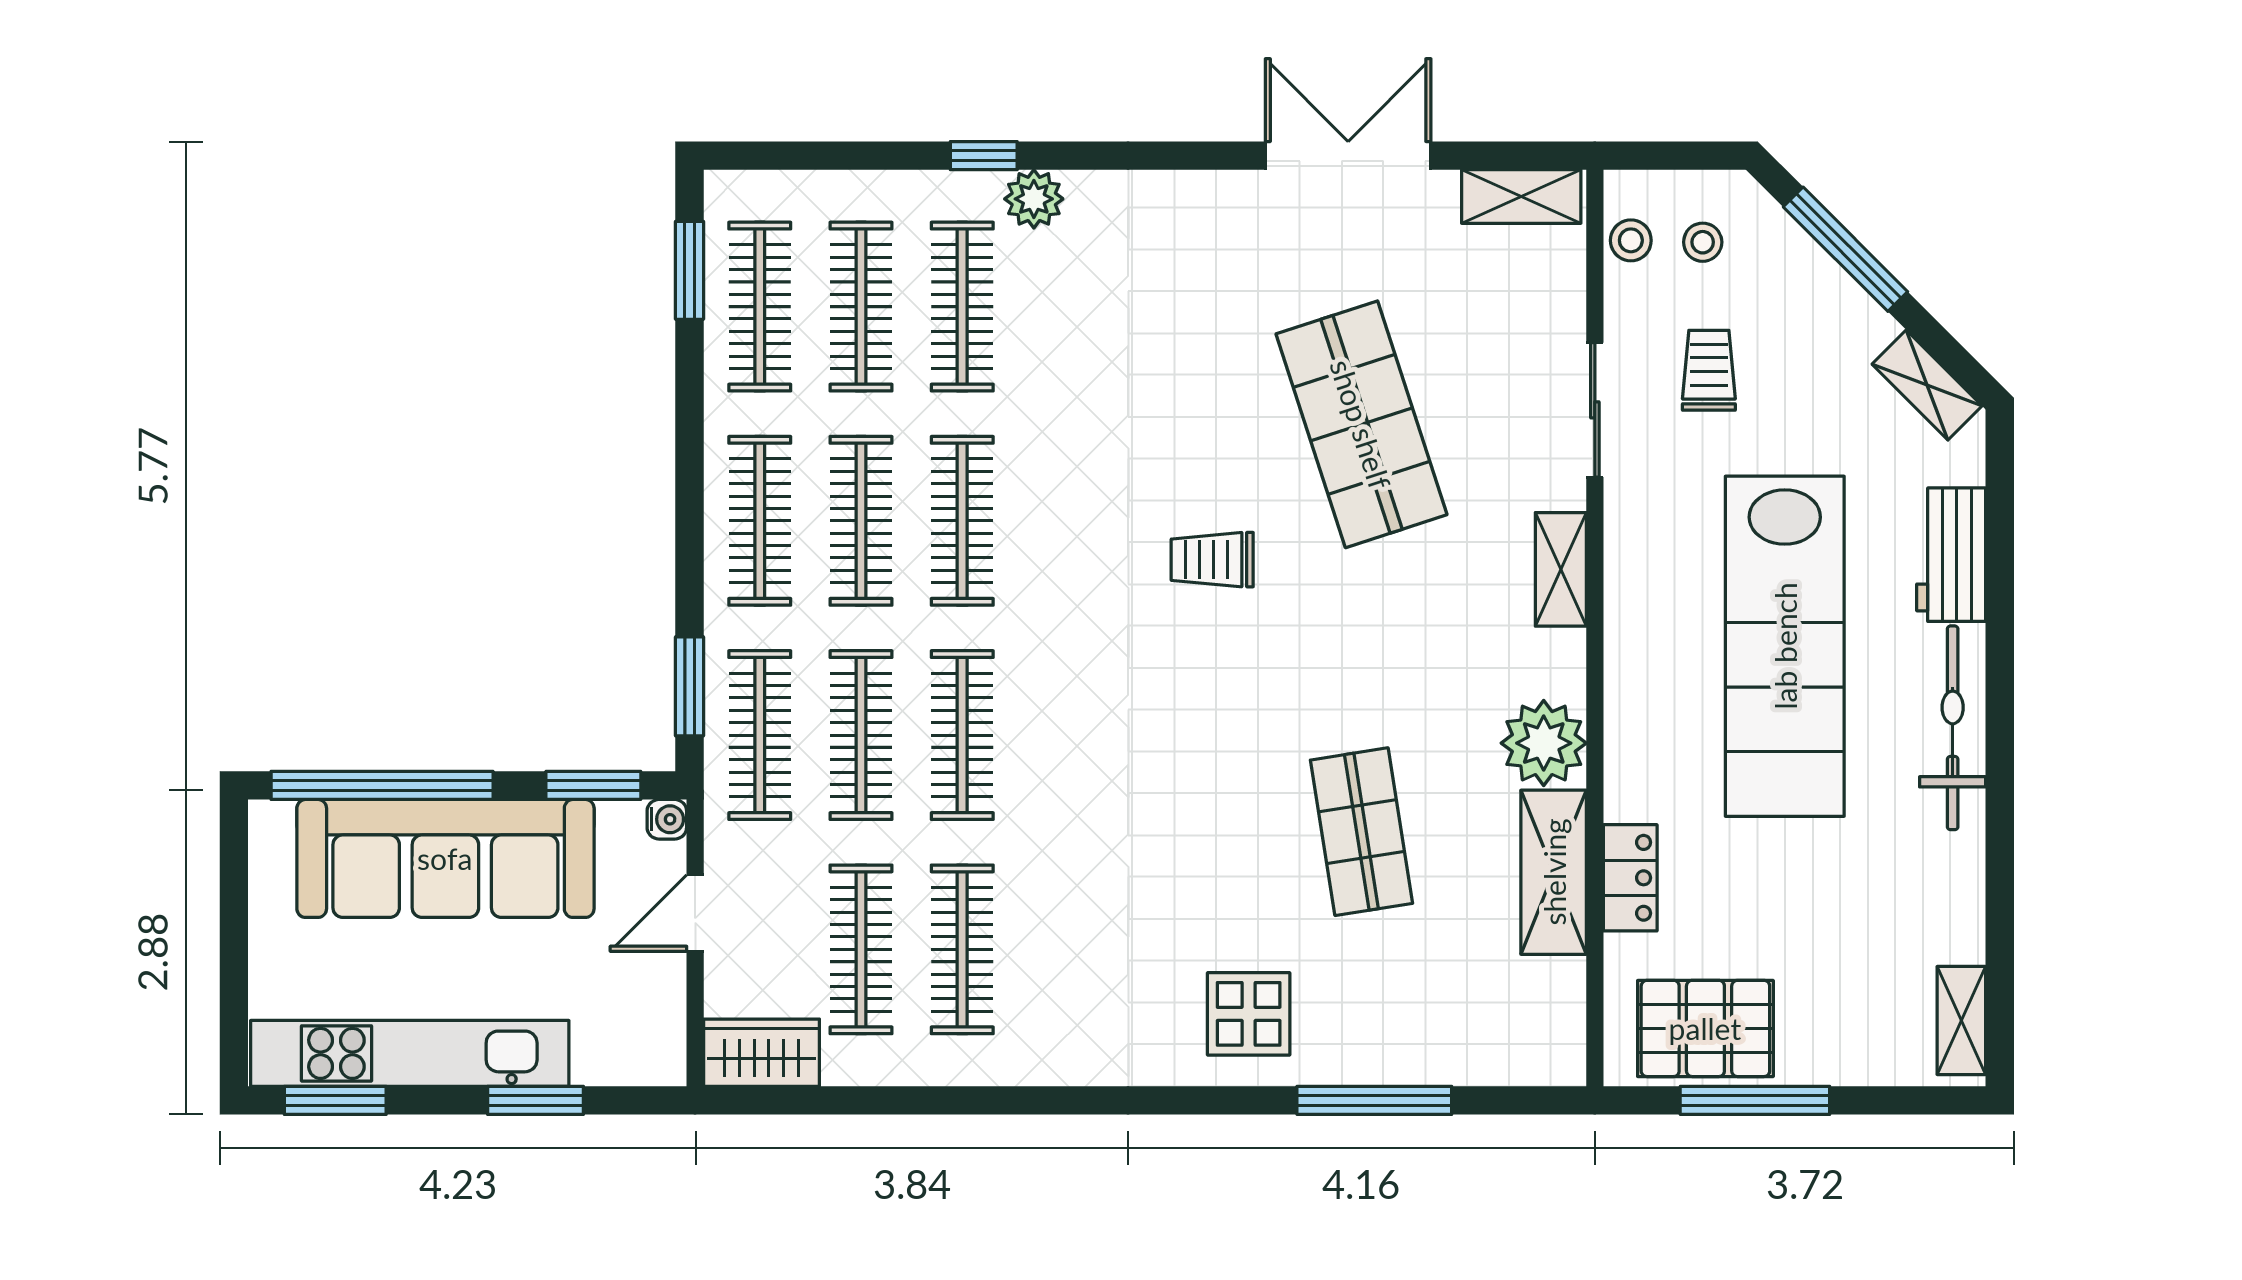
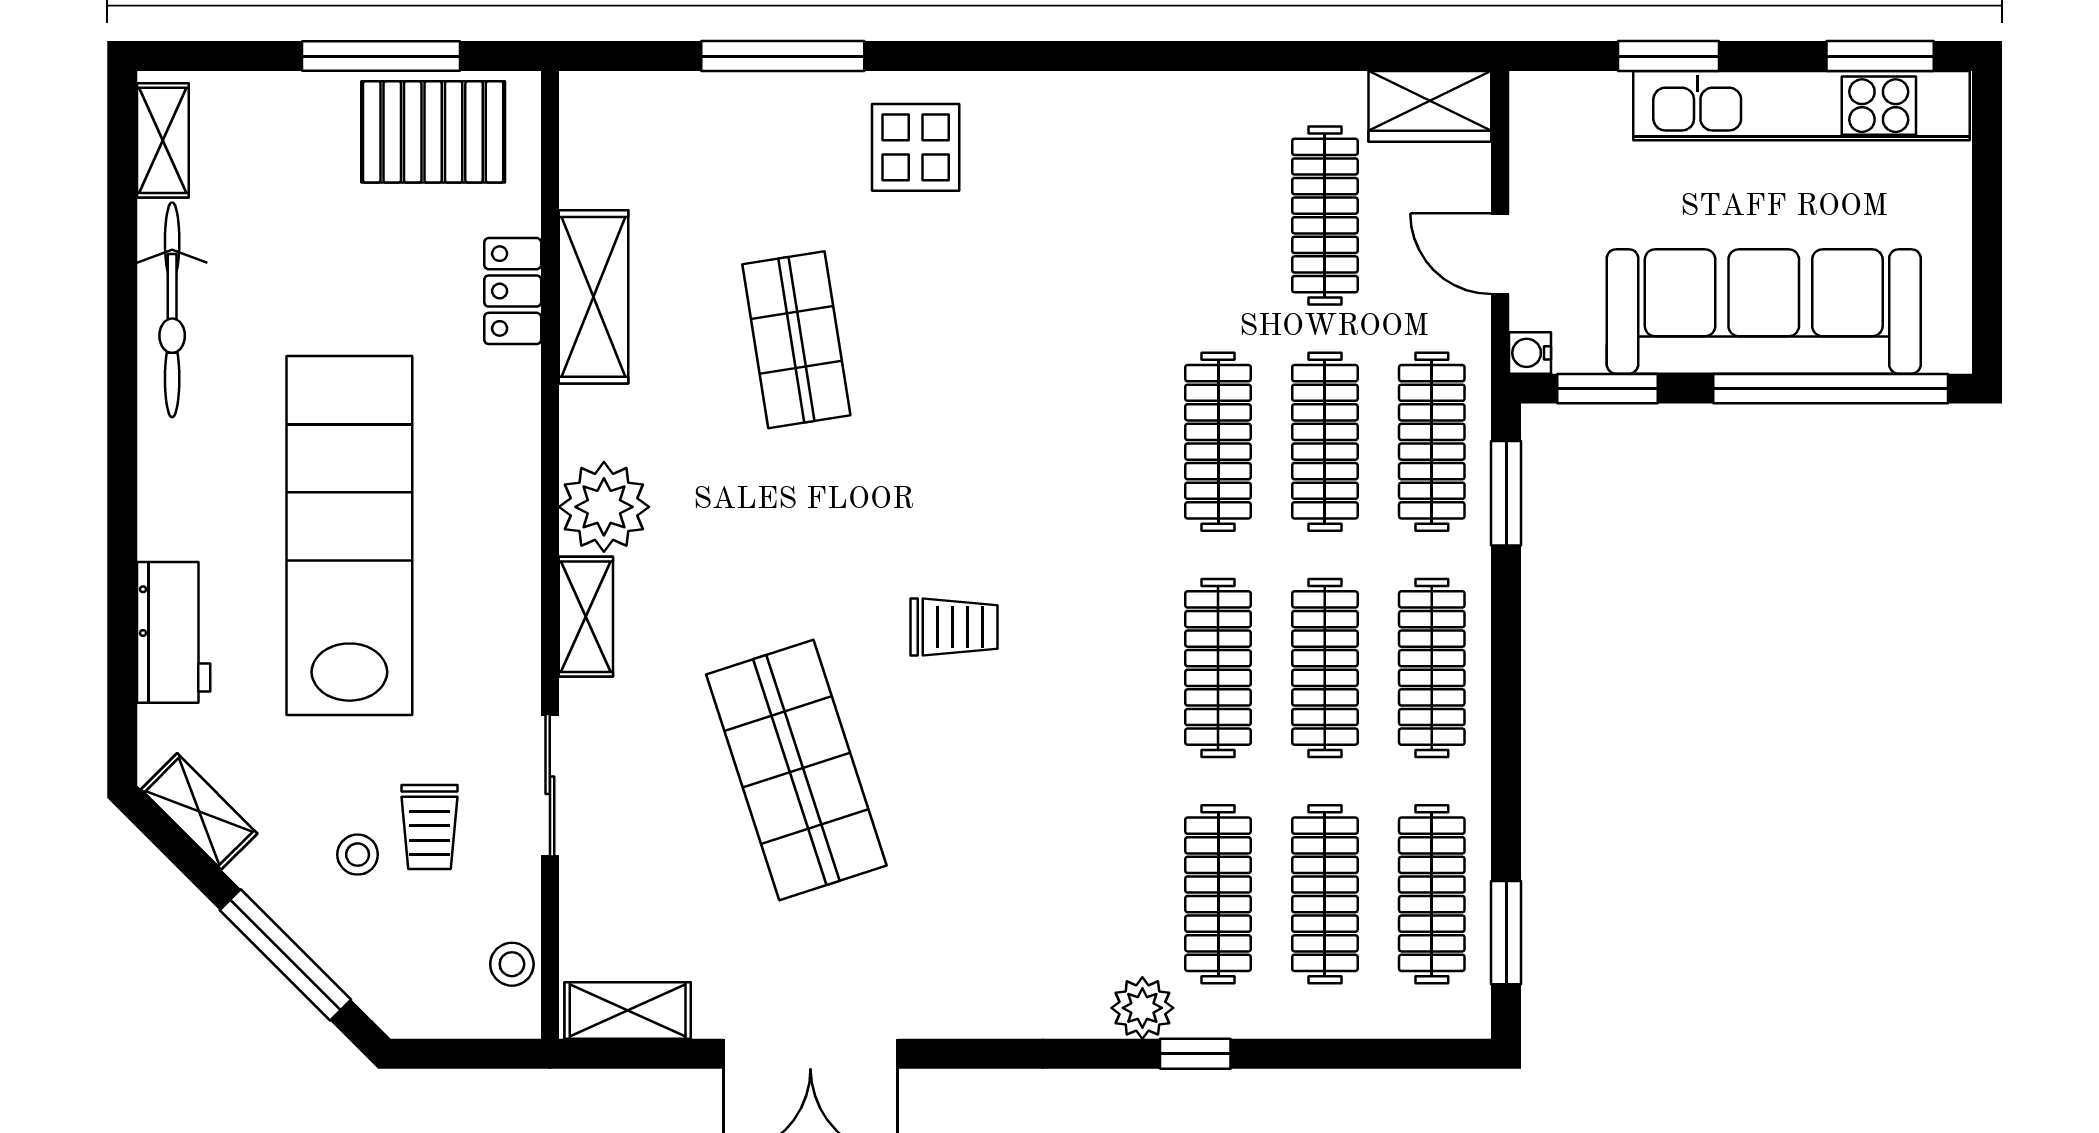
stool: (1703, 242) -> (358, 855), moved
bicycle: (1953, 728) -> (172, 310), moved
plant: (1544, 743) -> (604, 507), moved
door: (695, 913) -> (1500, 254), swing flipped
clothes rail: (962, 949) -> (1218, 215), removed

